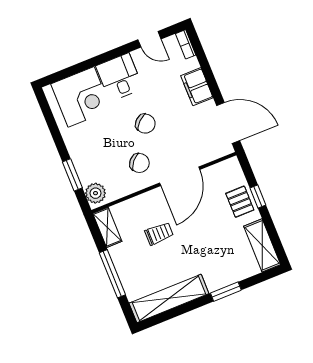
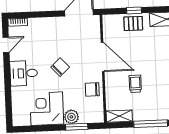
filing cabinet: (197, 87) -> (48, 25), removed
corner desk: (81, 97) -> (47, 109), moved, turned -90
chair: (139, 163) -> (92, 89), moved, turned -131
plant: (96, 193) -> (71, 117), moved

